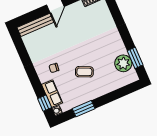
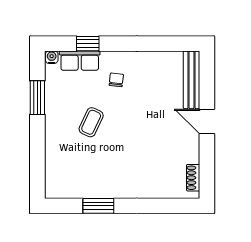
window: (135, 58) -> (98, 206), moved
plant: (123, 63) -> (79, 185), removed
window: (45, 103) -> (88, 44), moved

